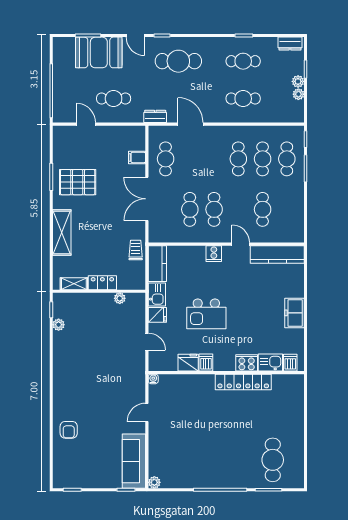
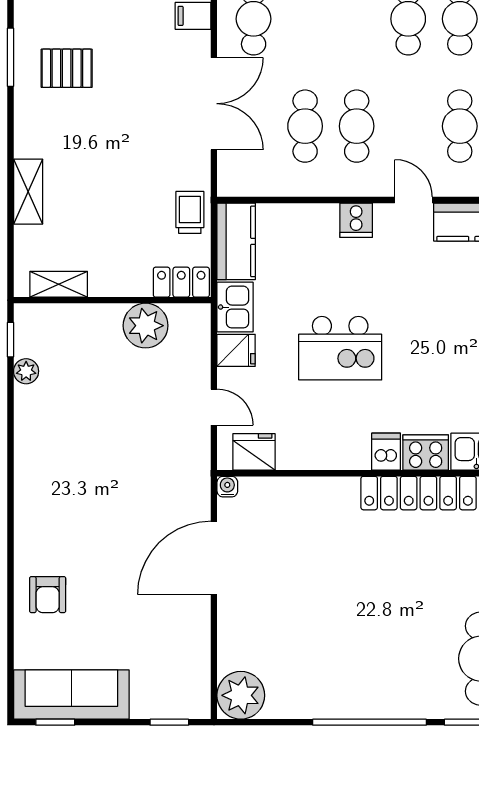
pallet: (78, 182) -> (67, 68), width x0.67, depth x0.71
double door: (147, 199) -> (214, 104), swing flipped
shelving: (62, 233) -> (28, 192), width x0.67, depth x0.75
locker: (102, 283) -> (181, 282), moved
plant: (120, 298) -> (146, 326), width x1.88, depth x1.88
fridge: (188, 363) -> (254, 452), moved
dishwasher: (206, 363) -> (386, 452), moved
door: (147, 412) -> (214, 558), width x1.88
sofa: (134, 461) -> (71, 695), moved, turned 90
plant: (154, 482) -> (241, 695), width x1.88, depth x1.88

